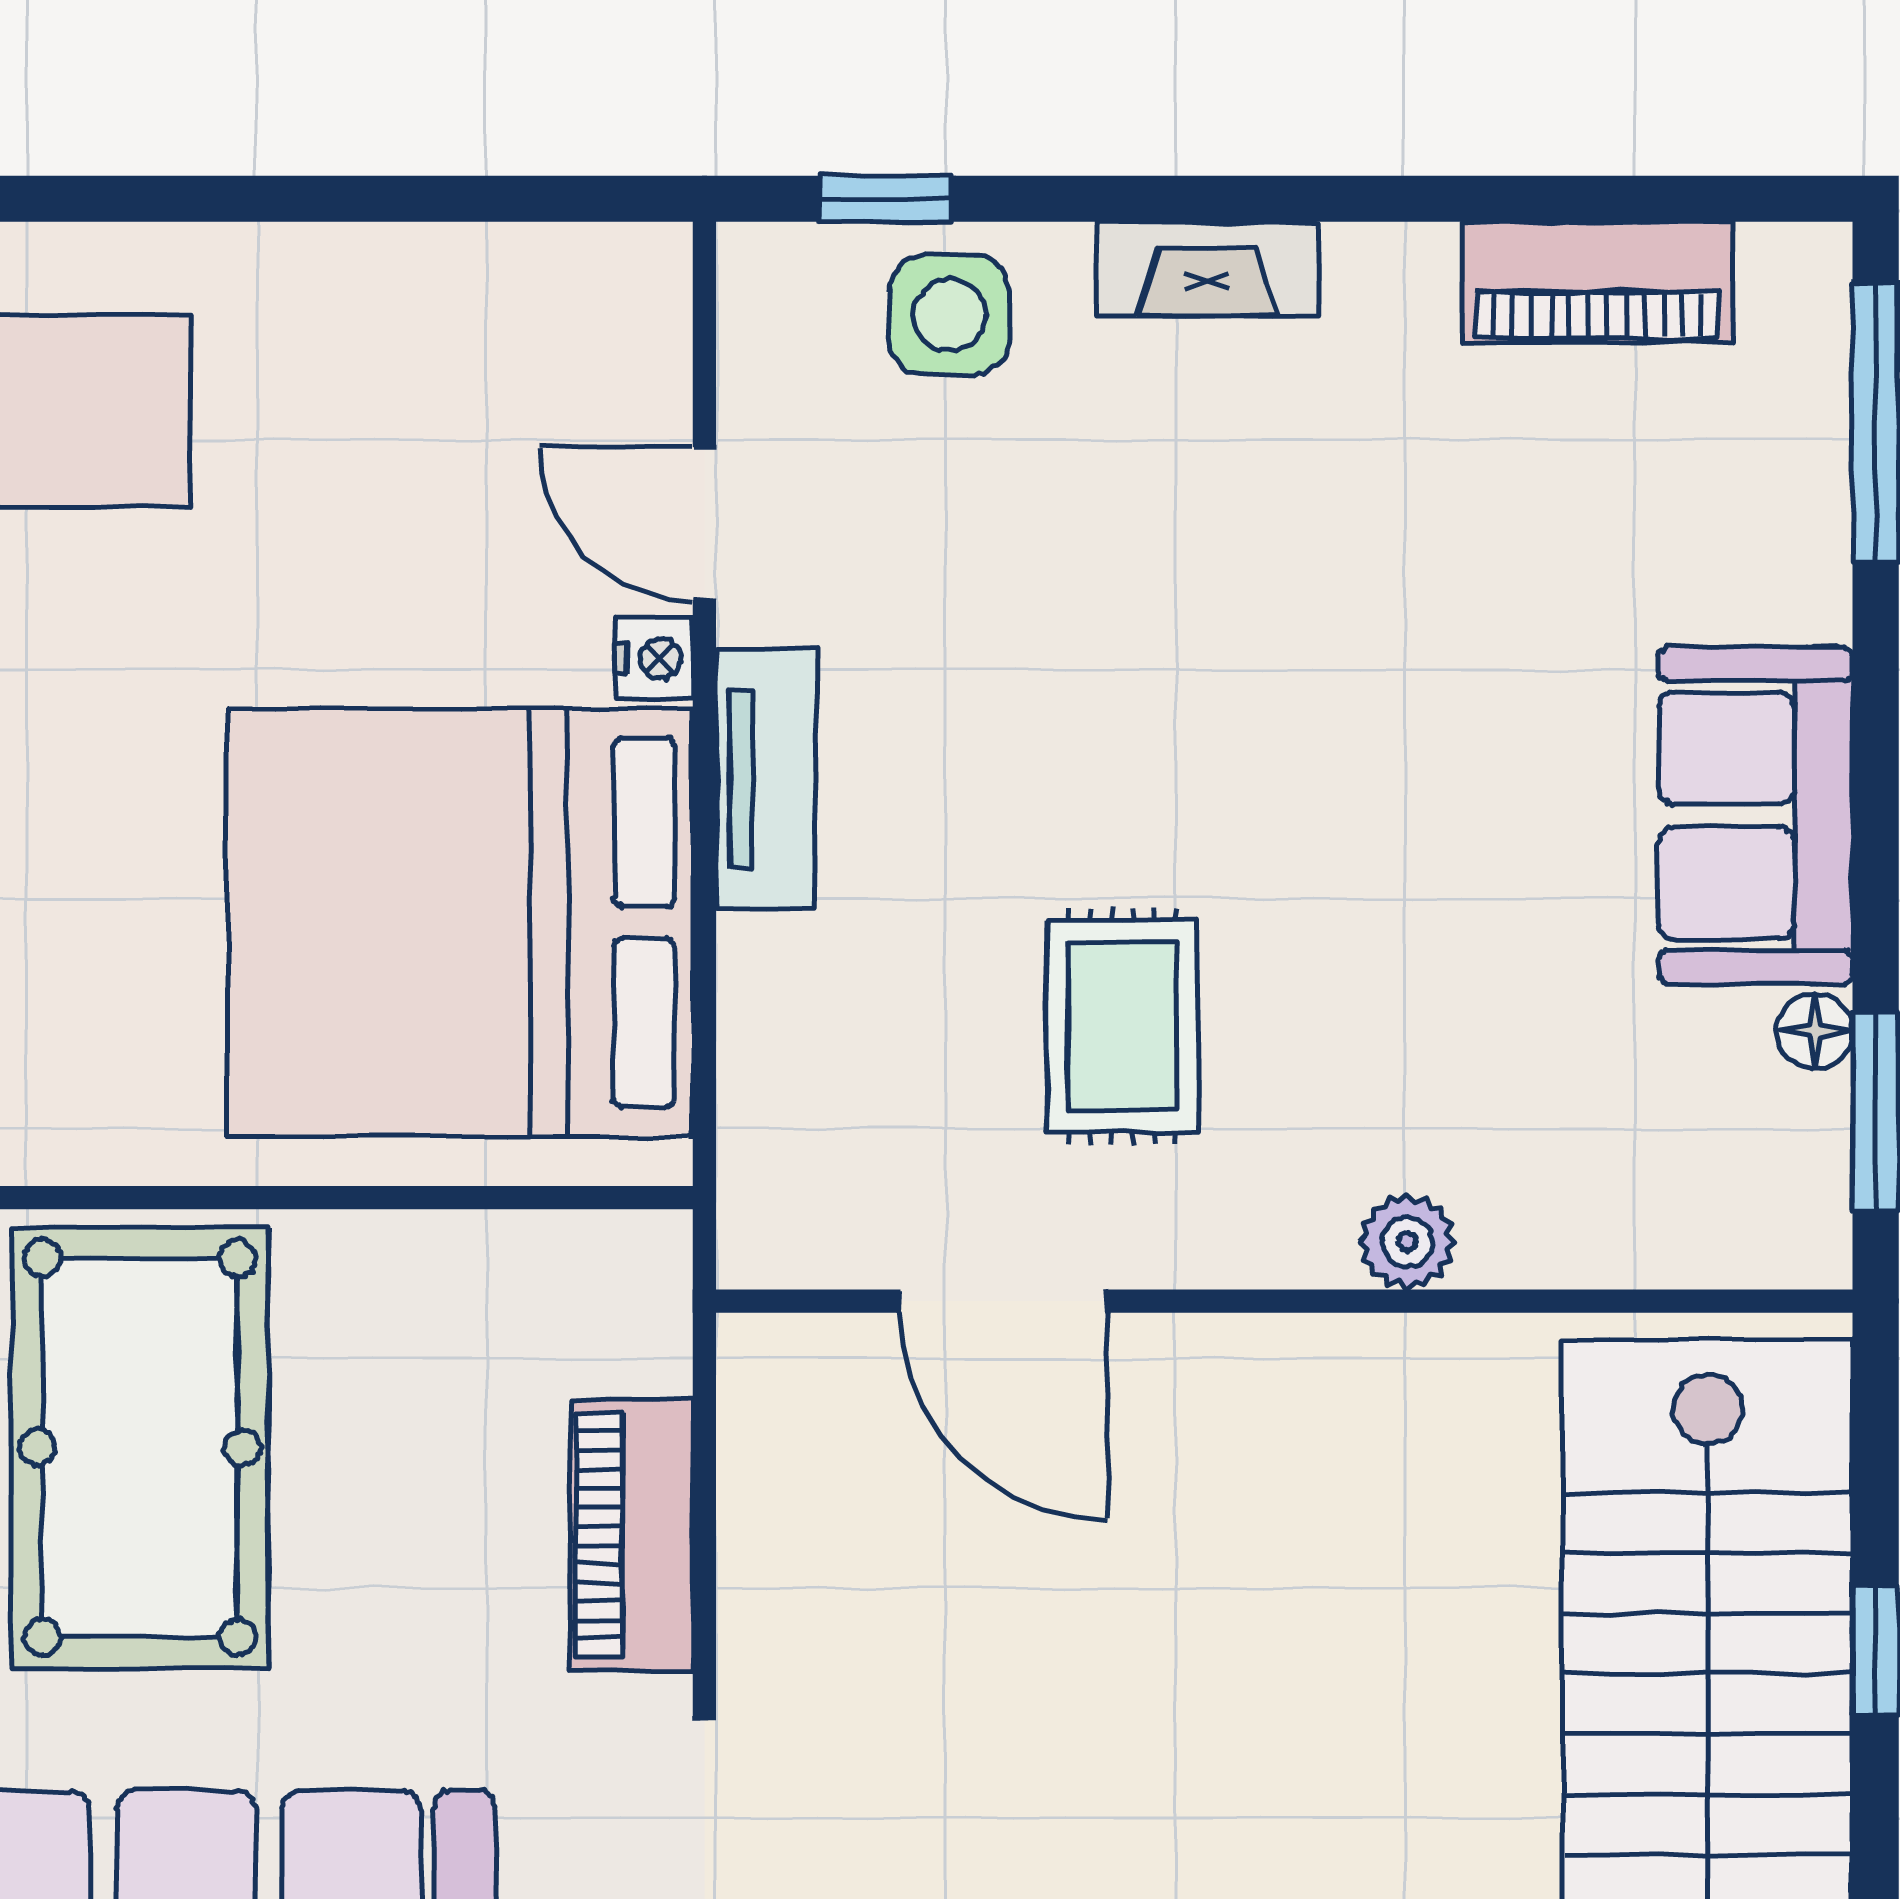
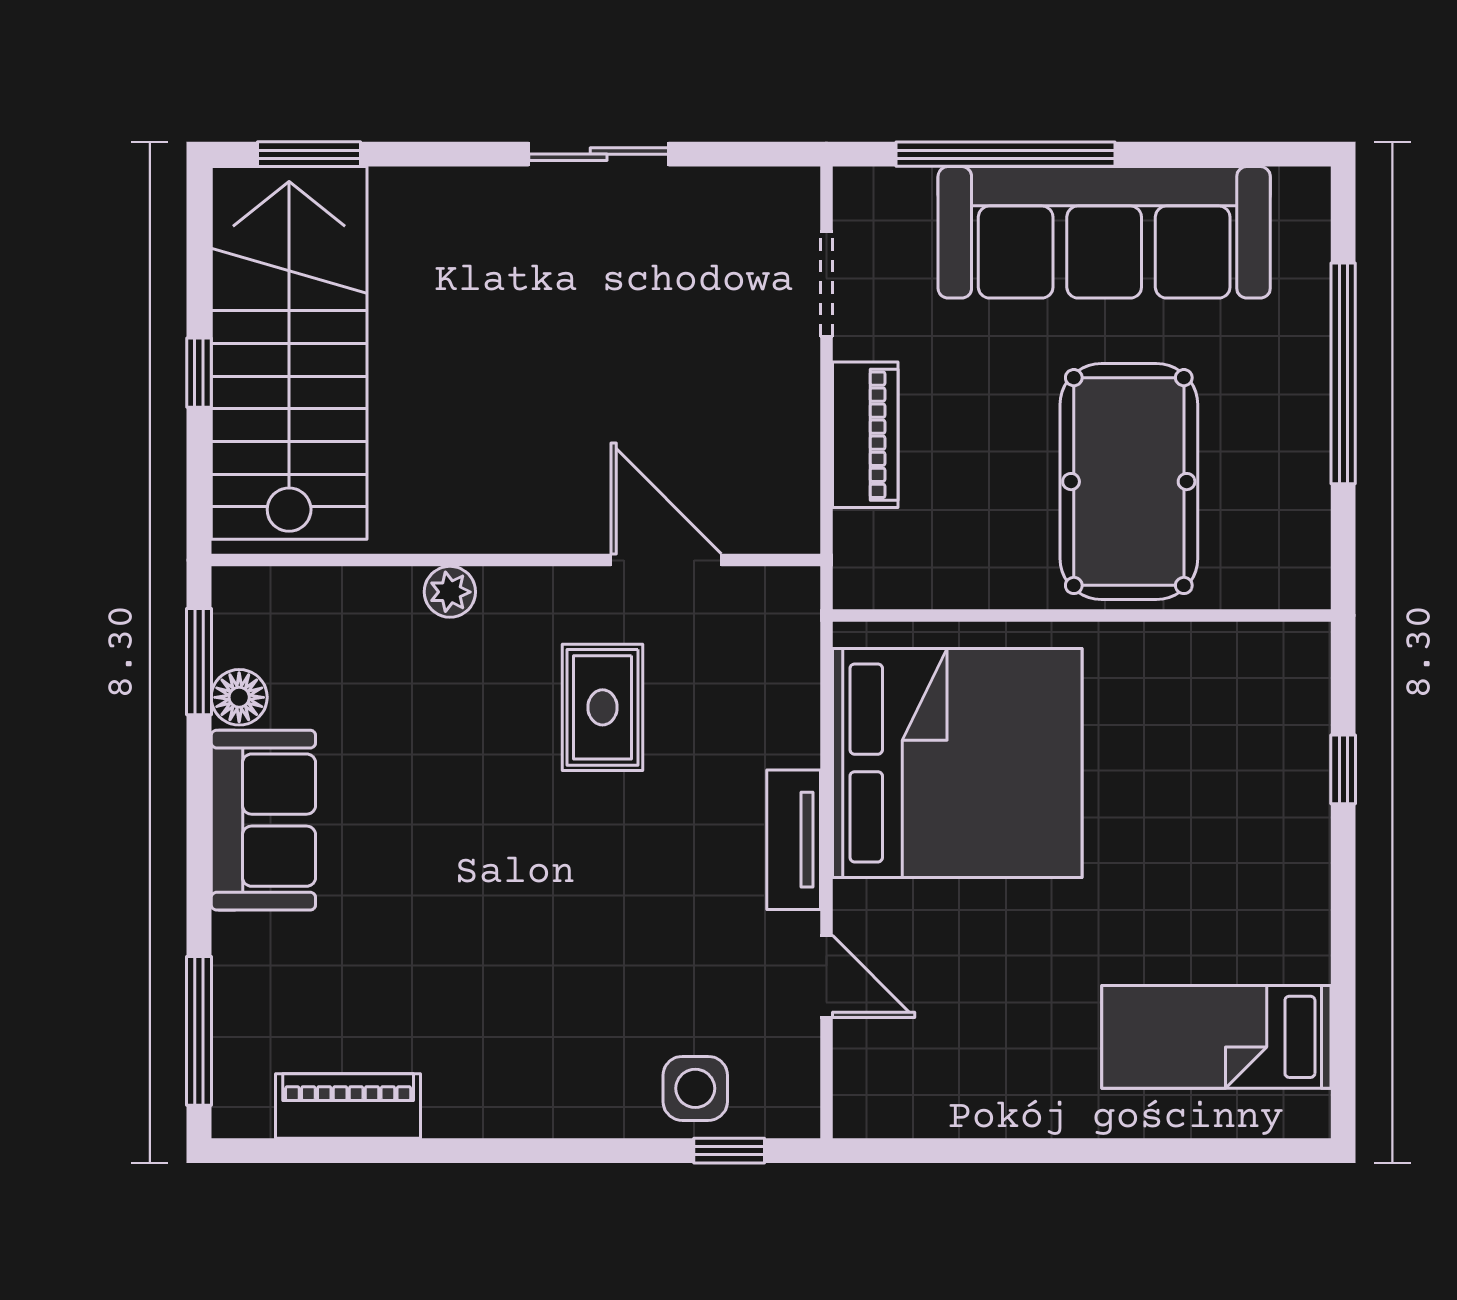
fireplace: (1207, 269) -> (557, 1113), removed
nightstand: (654, 658) -> (853, 904), removed
floor lamp: (1815, 1031) -> (239, 697), width x1.37, depth x1.37

